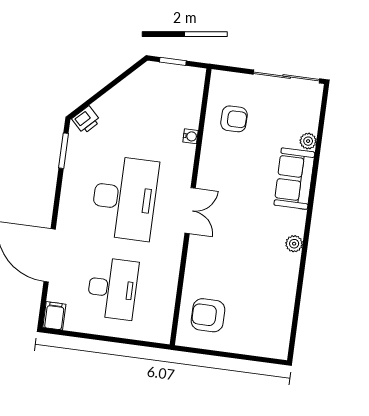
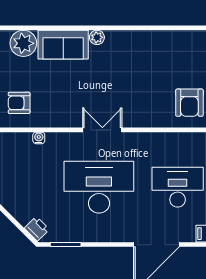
armchair: (234, 119) -> (19, 103), turned -90
plant: (308, 141) -> (23, 43), width x1.88, depth x1.88
plant: (294, 244) -> (97, 37), moved

